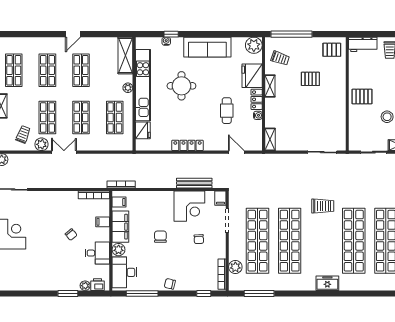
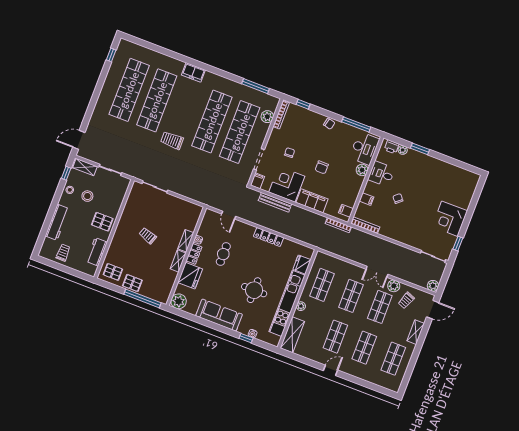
workbench: (363, 44) -> (97, 252), moved, turned -90
trolley: (280, 58) -> (148, 236), moved
pallet: (310, 79) -> (132, 283), moved
shelving: (270, 139) -> (186, 241), moved
filing cabinet: (120, 227) -> (312, 201), moved, turned 90

